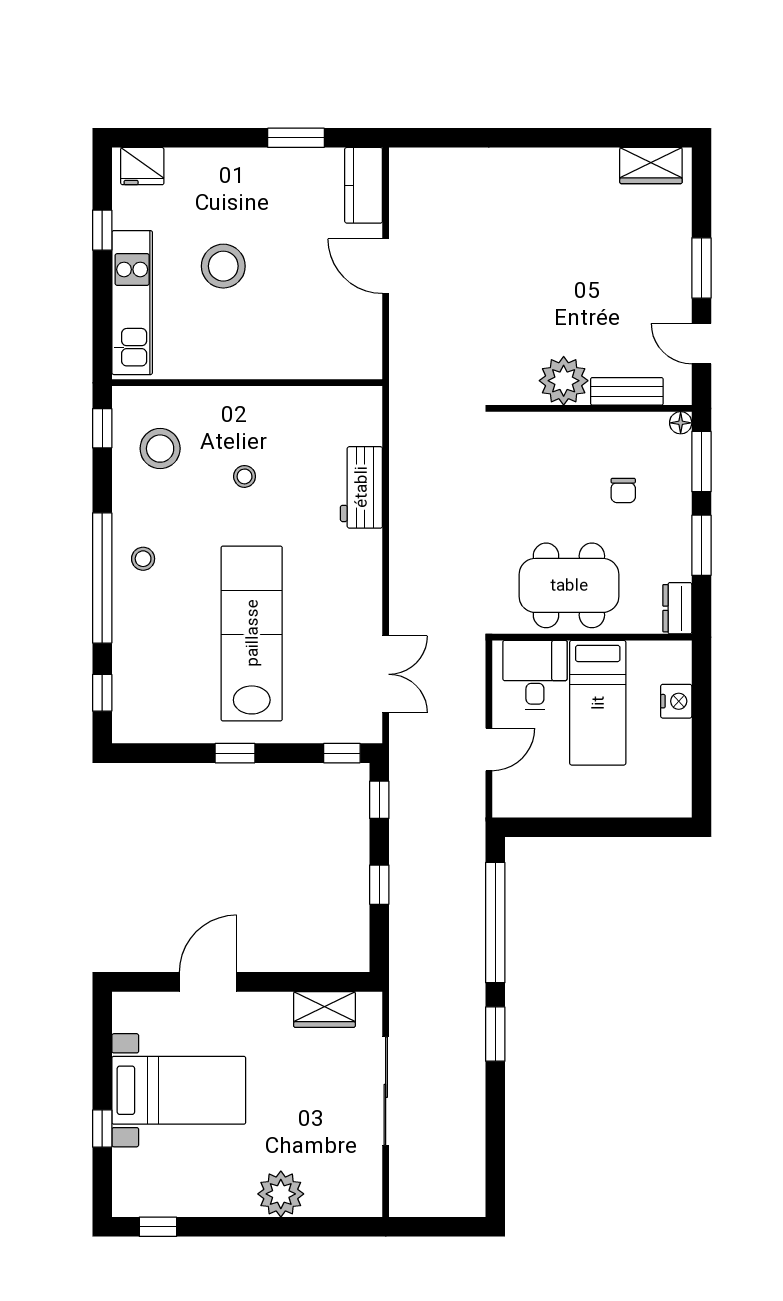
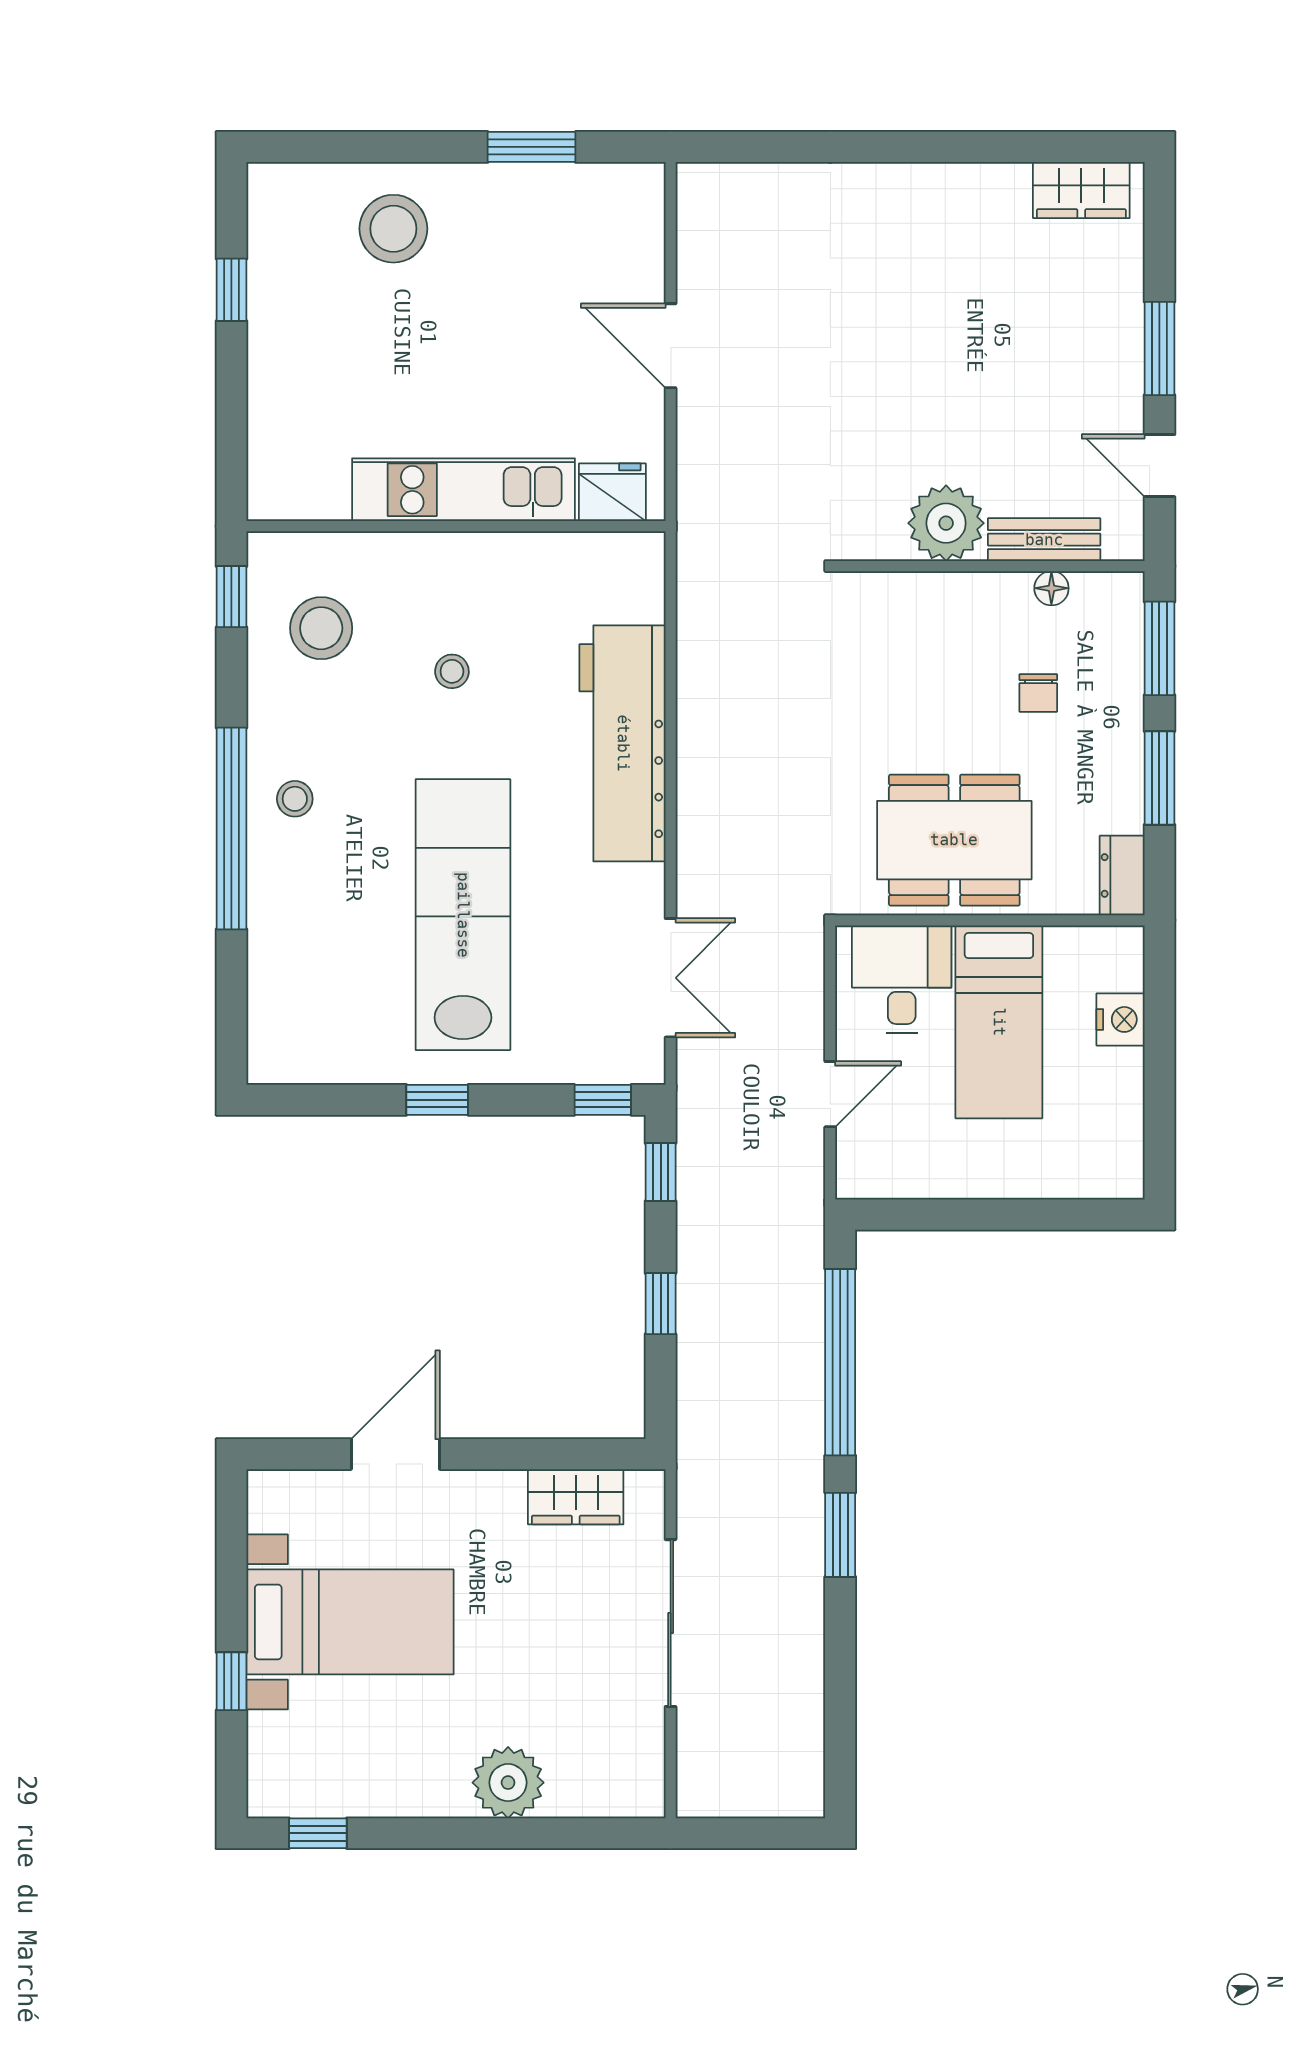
fridge: (142, 166) -> (612, 492), moved, turned 180
kitchen counter: (364, 185) -> (636, 220), removed
stool: (223, 266) -> (393, 229), moved
kitchen unit: (132, 303) -> (464, 490), moved, turned -90
floor lamp: (681, 423) -> (1051, 588), moved
workbench: (361, 487) -> (623, 743), width x1.88, depth x1.32
window: (102, 693) -> (231, 1006), removed

